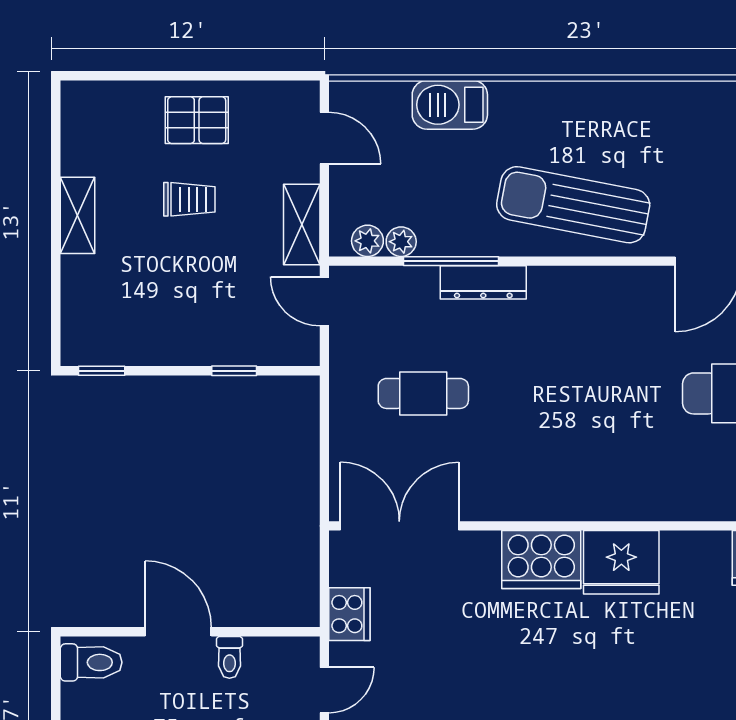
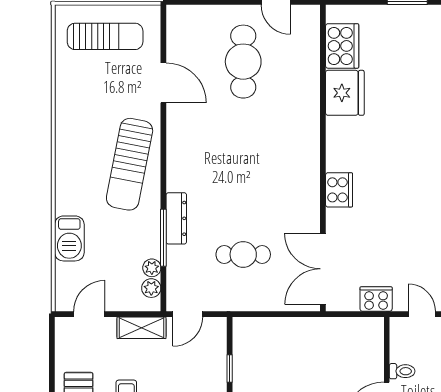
cafe table: (423, 393) -> (243, 254), turned 90
cooker: (541, 559) -> (339, 190), width x0.73, depth x0.76
fridge: (621, 562) -> (345, 93), moved

